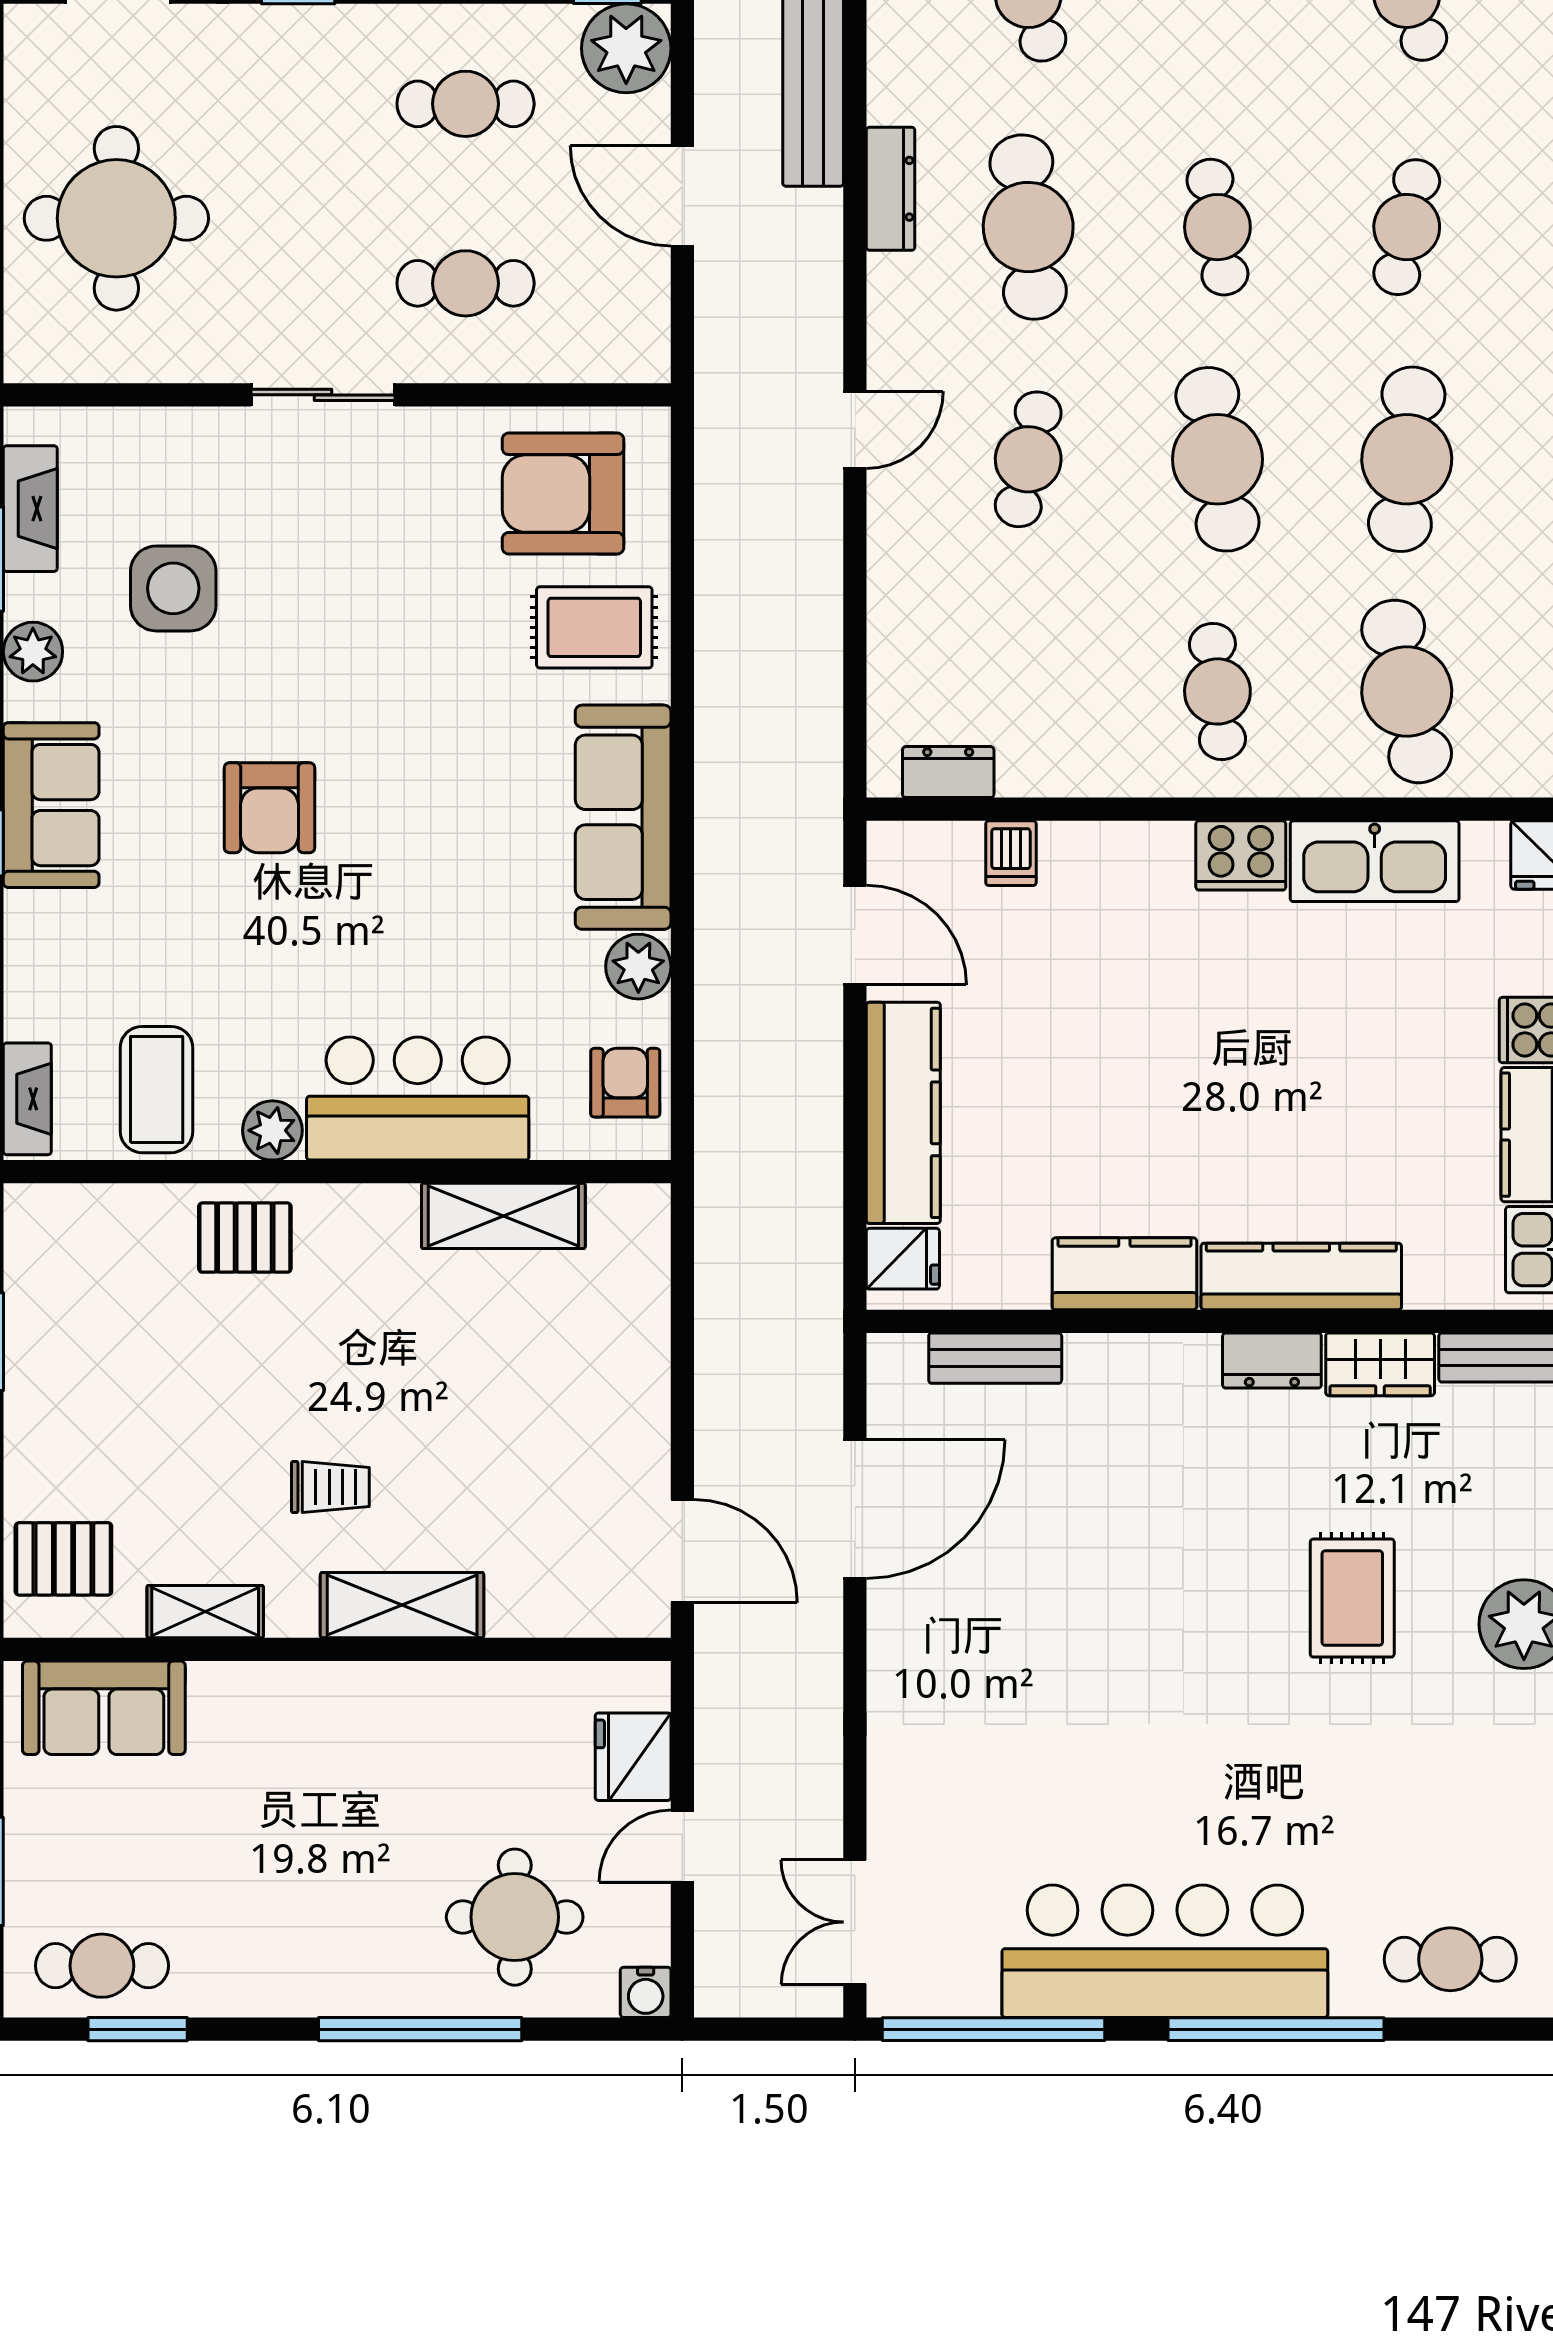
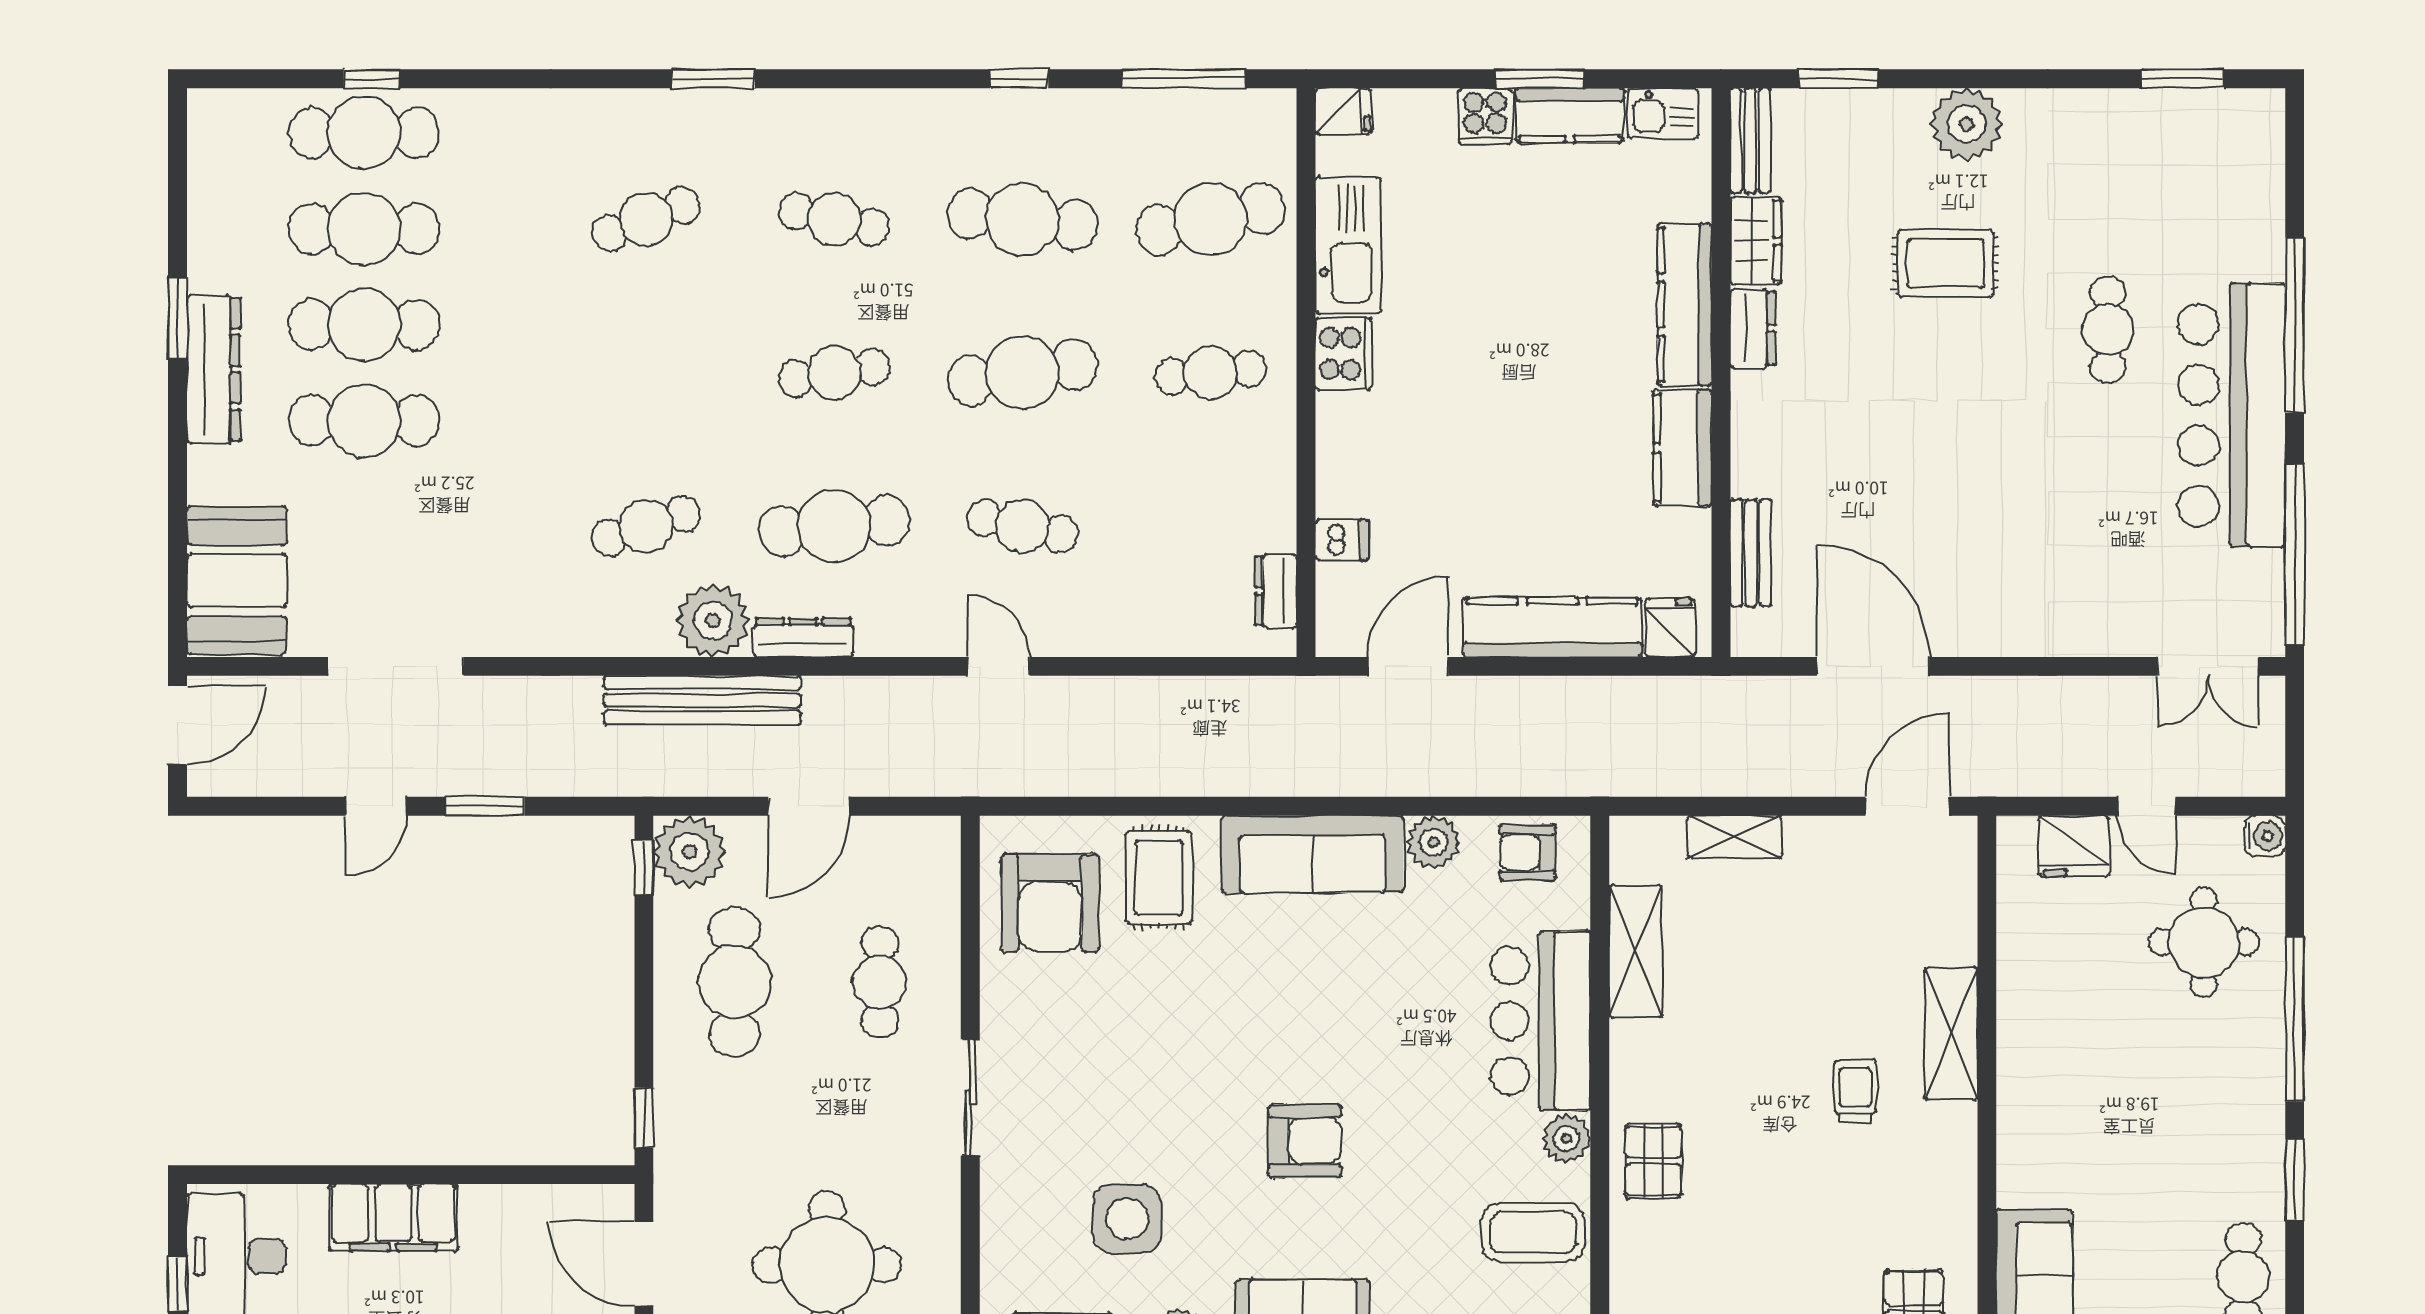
plant: (912, 77) -> (713, 621), added
cafe table: (466, 104) -> (734, 982), width x1.37, depth x1.35
shelving: (205, 1612) -> (1735, 837), moved, turned 90
cafe table: (1450, 1959) -> (2108, 330), moved
window: (138, 2029) -> (2295, 1180), moved

